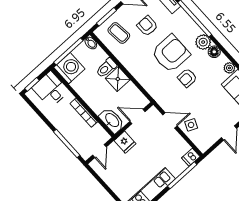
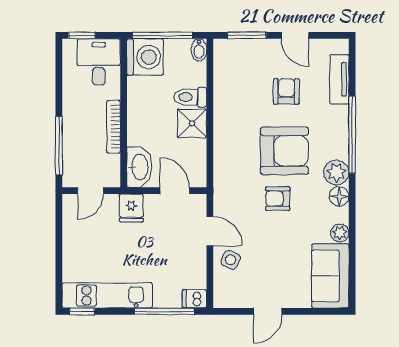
coffee table: (119, 33) -> (244, 69), removed

